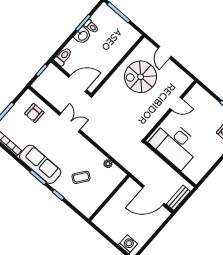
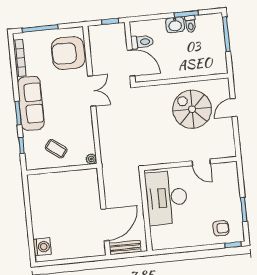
toilet: (63, 57) -> (142, 42), moved
armchair: (34, 113) -> (68, 53), width x1.88, depth x1.88
door: (153, 195) -> (105, 225), swing flipped
wall: (109, 198) -> (62, 169), moved

